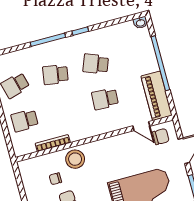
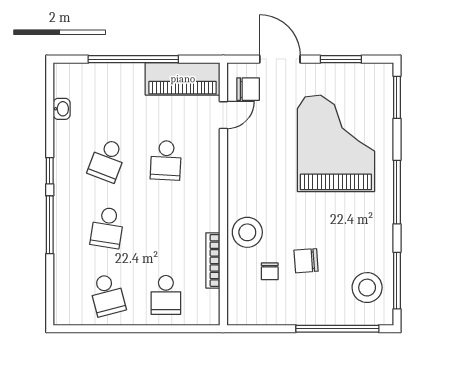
washbasin: (141, 23) -> (62, 109), moved
chair: (161, 137) -> (248, 89), turned 90

